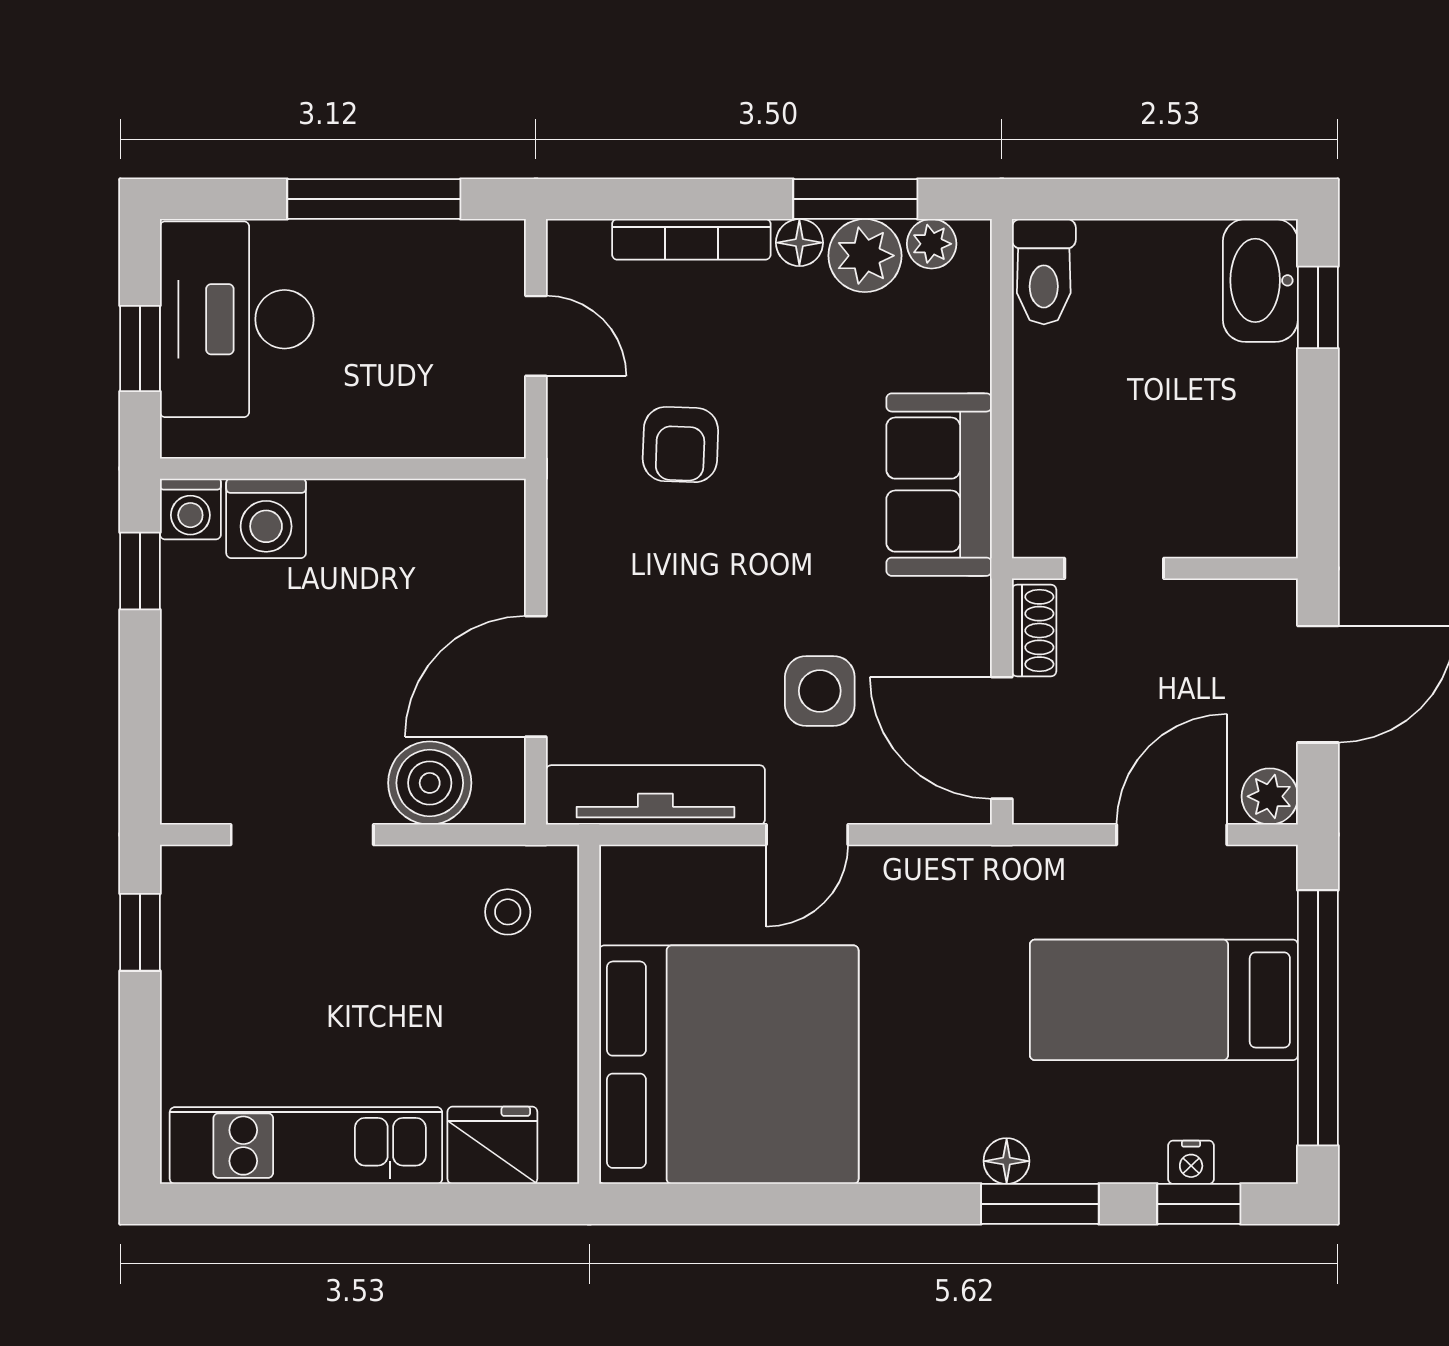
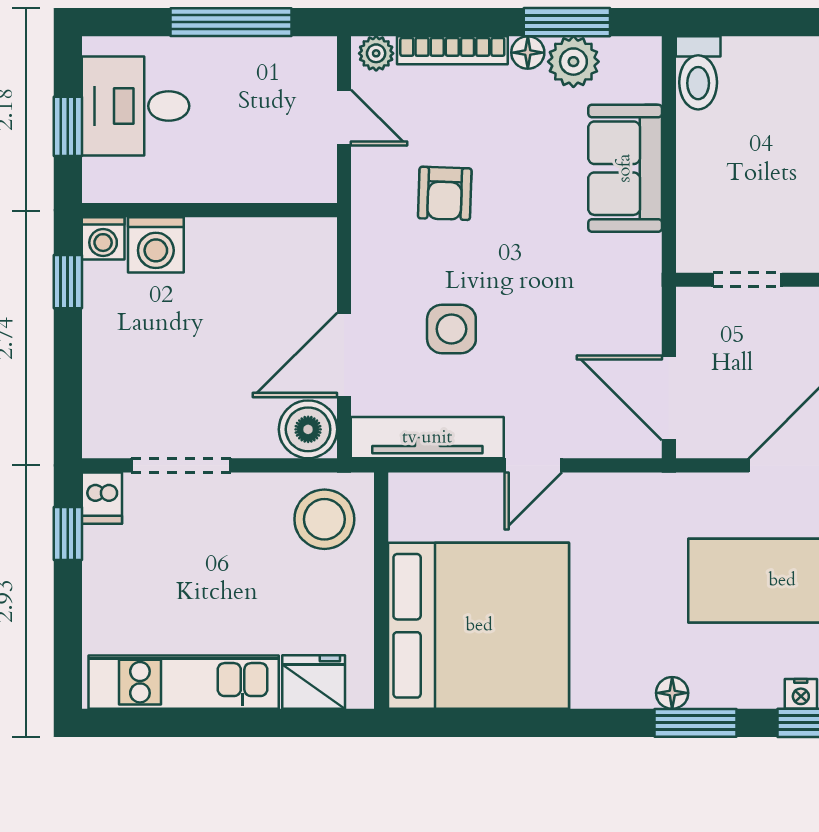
plant: (932, 244) -> (376, 53), moved
desk: (237, 319) -> (135, 106), width x0.73
sofa: (939, 485) -> (625, 168), moved
shoe rack: (1034, 630) -> (691, 323), removed
side table: (820, 691) -> (451, 329), moved
boiler: (430, 783) -> (308, 429), moved
dishwasher: (189, 881) -> (102, 498), added
stool: (508, 912) -> (324, 519), width x1.89, depth x1.89

